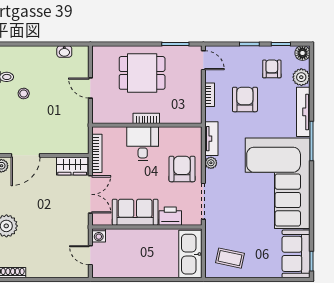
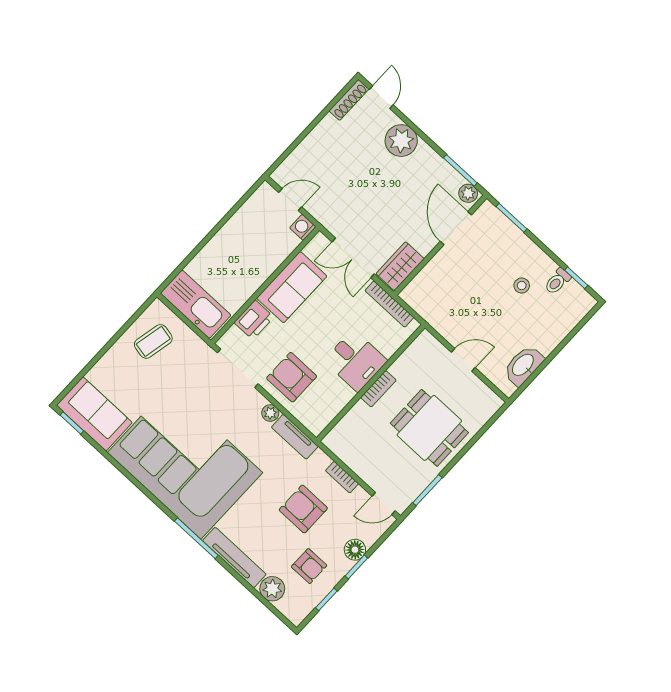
washbasin: (64, 52) -> (523, 365), width x1.91, depth x1.45
floor lamp: (302, 53) -> (355, 550), moved
dining table: (142, 73) -> (429, 428), turned 90
armchair: (245, 99) -> (303, 509), turned 180
armchair: (182, 169) -> (292, 377), turned 180

